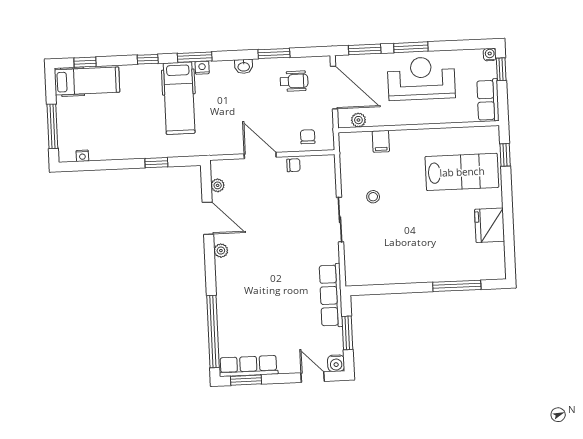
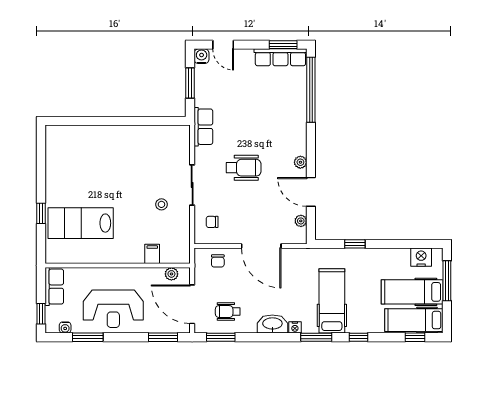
window: (411, 47) -> (88, 337), moved
window: (274, 53) -> (221, 337), moved
water cooler: (490, 55) -> (65, 327), moved
washbasin: (244, 66) -> (272, 324), width x1.91, depth x1.45
nightstand: (202, 68) -> (295, 327), moved
hospital bed: (90, 112) -> (412, 292), added
window: (505, 155) -> (41, 213), moved
nightstand: (82, 156) -> (421, 257), width x1.89, depth x1.79
door: (260, 156) -> (261, 246), width x1.36
chair: (293, 165) -> (212, 222), moved
fridge: (490, 225) -> (58, 174), removed
wheelchair: (284, 242) -> (243, 168), added
window: (457, 286) -> (90, 121), removed
row of seats: (331, 295) -> (203, 127), width x0.68

